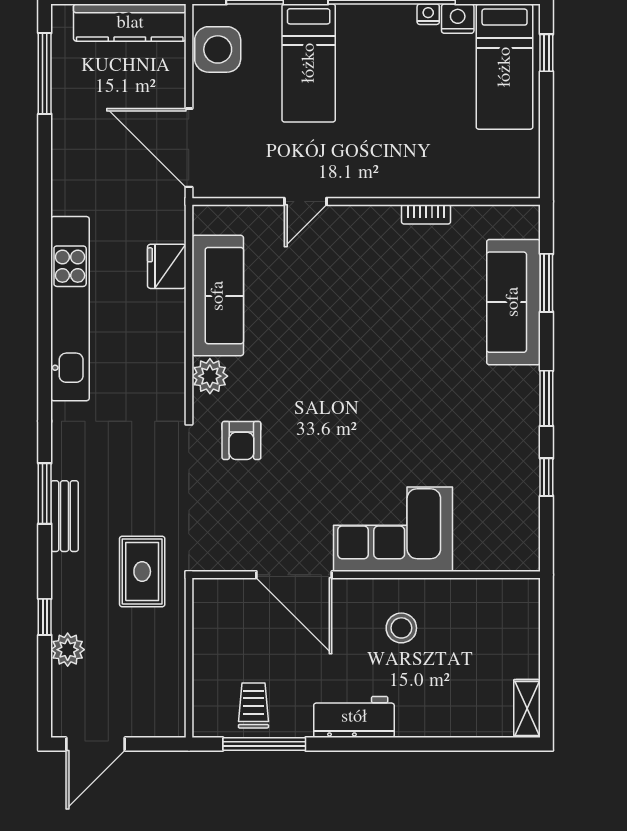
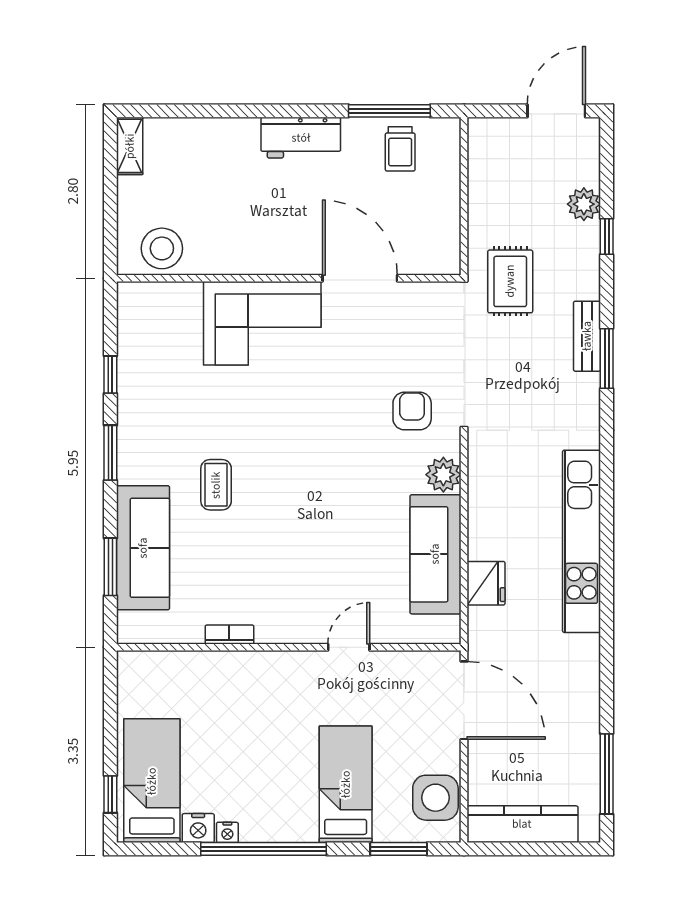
coffee table: (440, 366) -> (216, 485), added
stool: (401, 628) -> (162, 248), moved, width x1.38, depth x1.38

